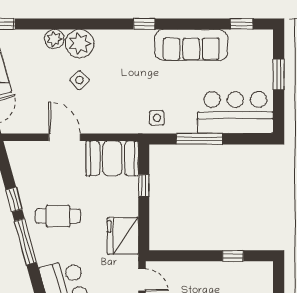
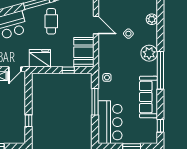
window: (144, 24) -> (160, 70), width x3.17
plant: (80, 44) -> (149, 53), moved
door: (64, 137) -> (96, 25), hinge flipped

